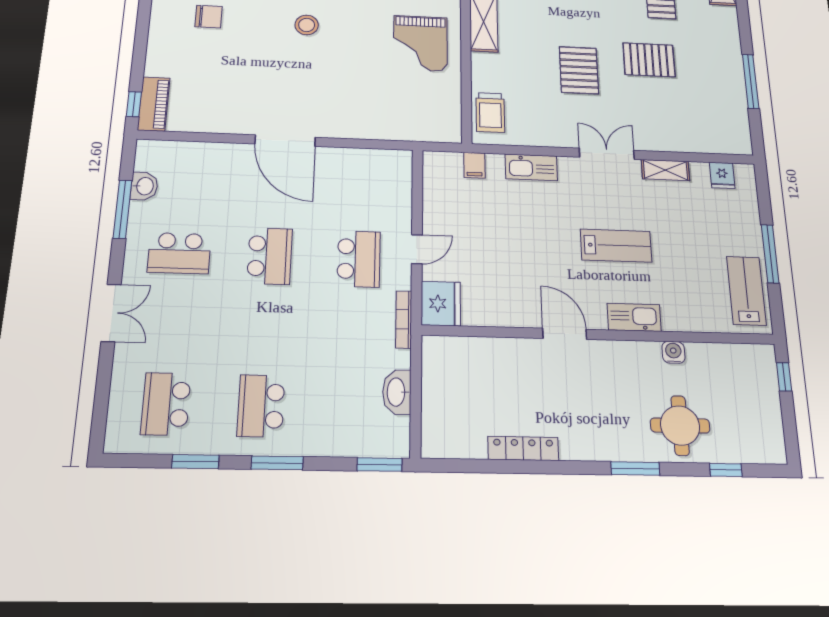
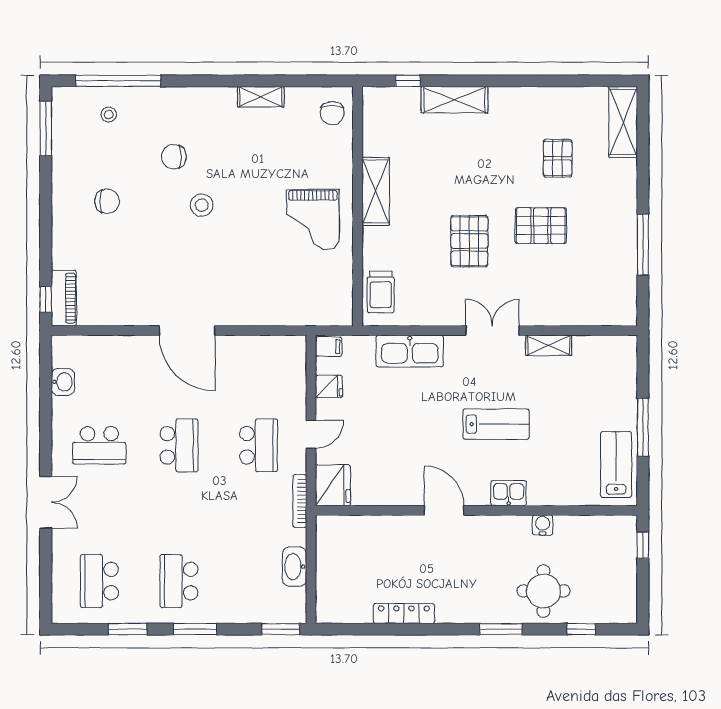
filing cabinet: (474, 165) -> (329, 347), moved, turned -90
kitchen sink: (531, 167) -> (410, 351), width x1.36, depth x1.24
fridge: (722, 175) -> (329, 386), moved, turned -90
window: (122, 209) -> (46, 405), removed
kitchen sink: (634, 317) -> (509, 493), width x0.73

